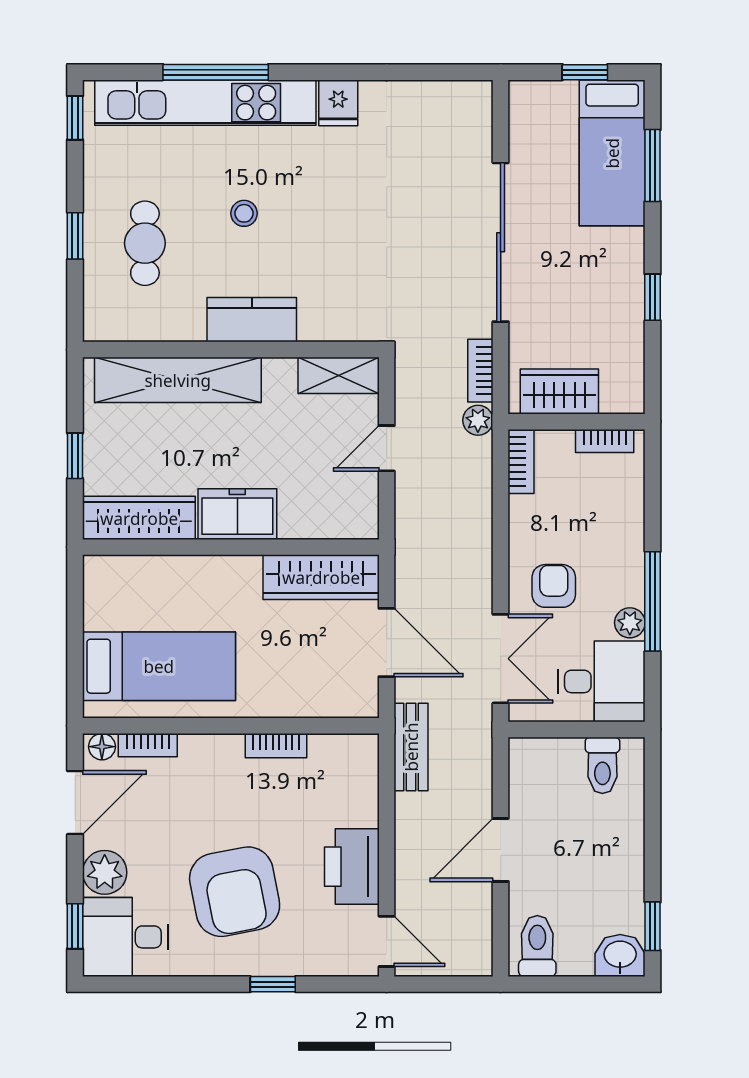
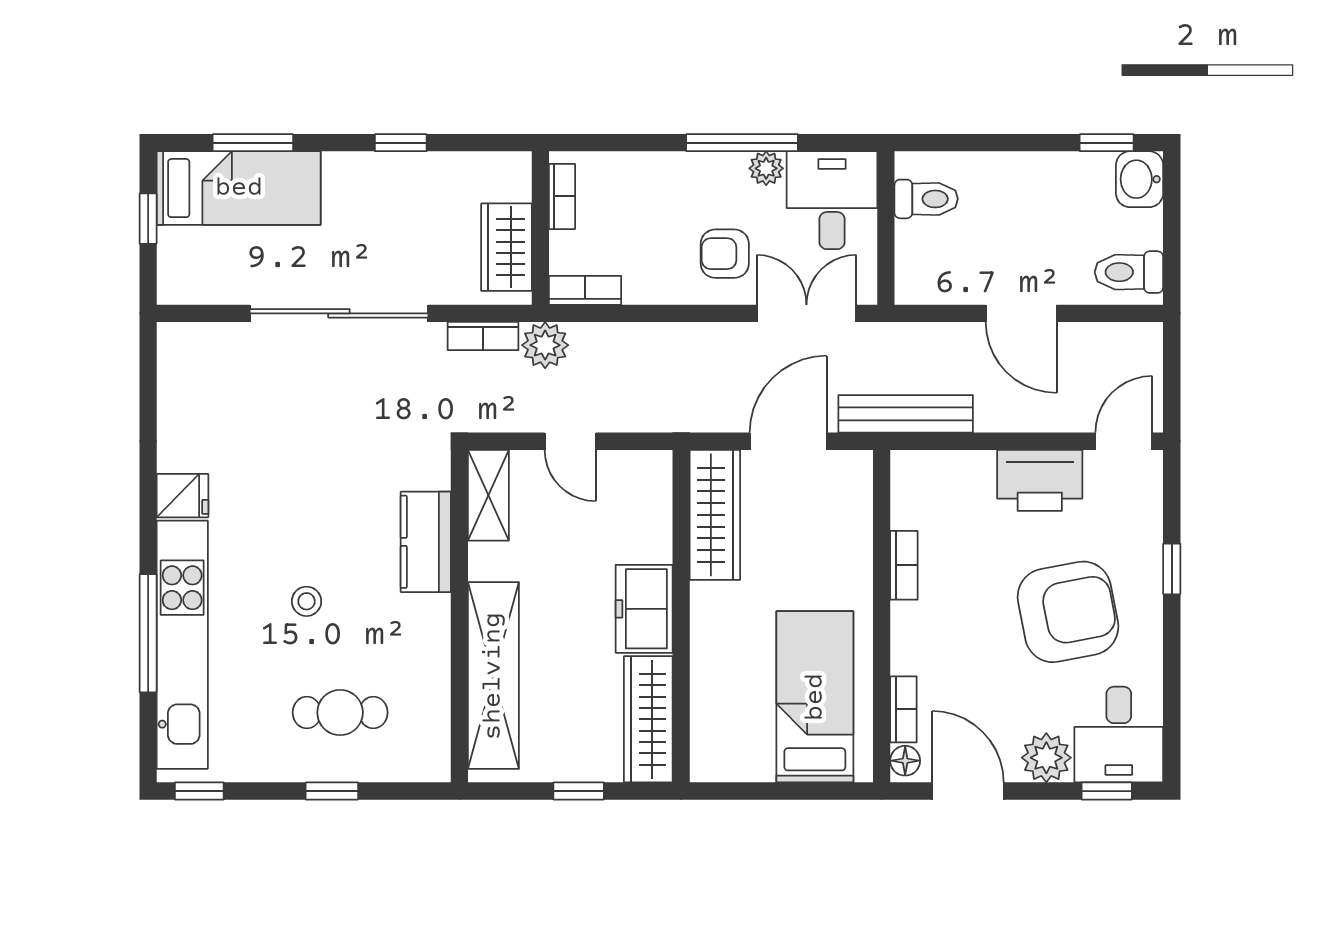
kitchen counter: (252, 320) -> (426, 542), moved
plant: (478, 420) -> (545, 345), width x1.38, depth x1.38
bench: (411, 747) -> (906, 414), width x1.36

